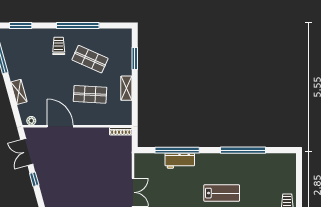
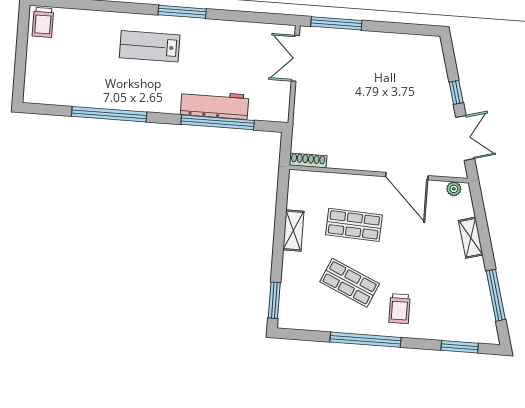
window: (135, 59) -> (274, 300), moved
workbench: (180, 161) -> (215, 105), width x1.38

